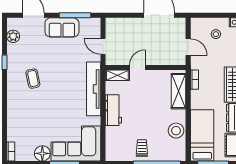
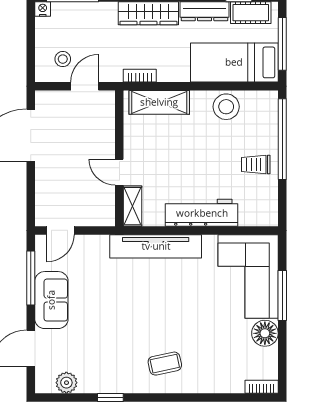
stool: (216, 34) -> (63, 59), moved
door: (103, 46) -> (60, 230), moved
coffee table: (33, 79) -> (165, 364), moved
workbench: (113, 110) -> (202, 213), width x1.38

